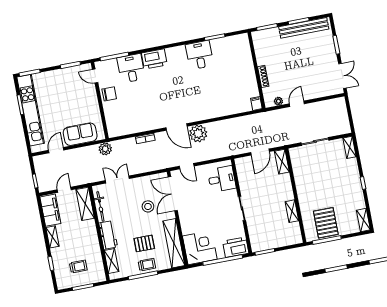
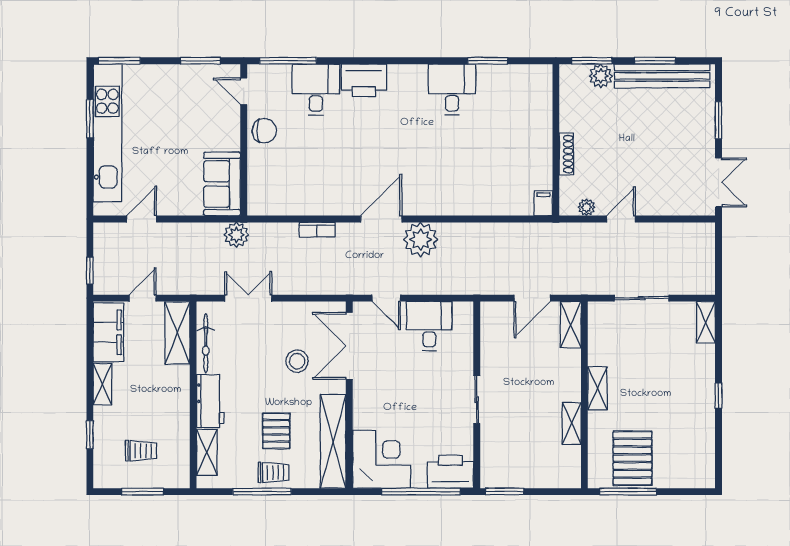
plant: (273, 34) -> (601, 76), added
door: (177, 127) -> (381, 219), swing flipped
sofa: (80, 134) -> (222, 184), moved, turned -90
desk: (222, 179) -> (429, 326), moved, turned -90
shelving: (363, 220) -> (597, 388), moved
pallet: (144, 243) -> (276, 431), turned 90

